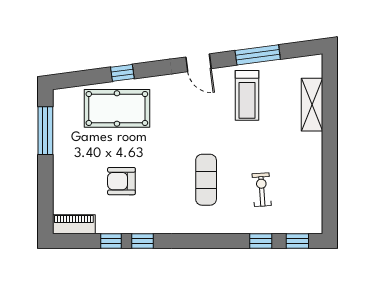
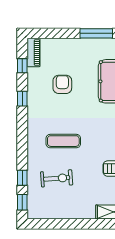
exercise bike: (262, 190) -> (57, 178), width x1.38, depth x1.39
window: (111, 241) -> (22, 66), moved

